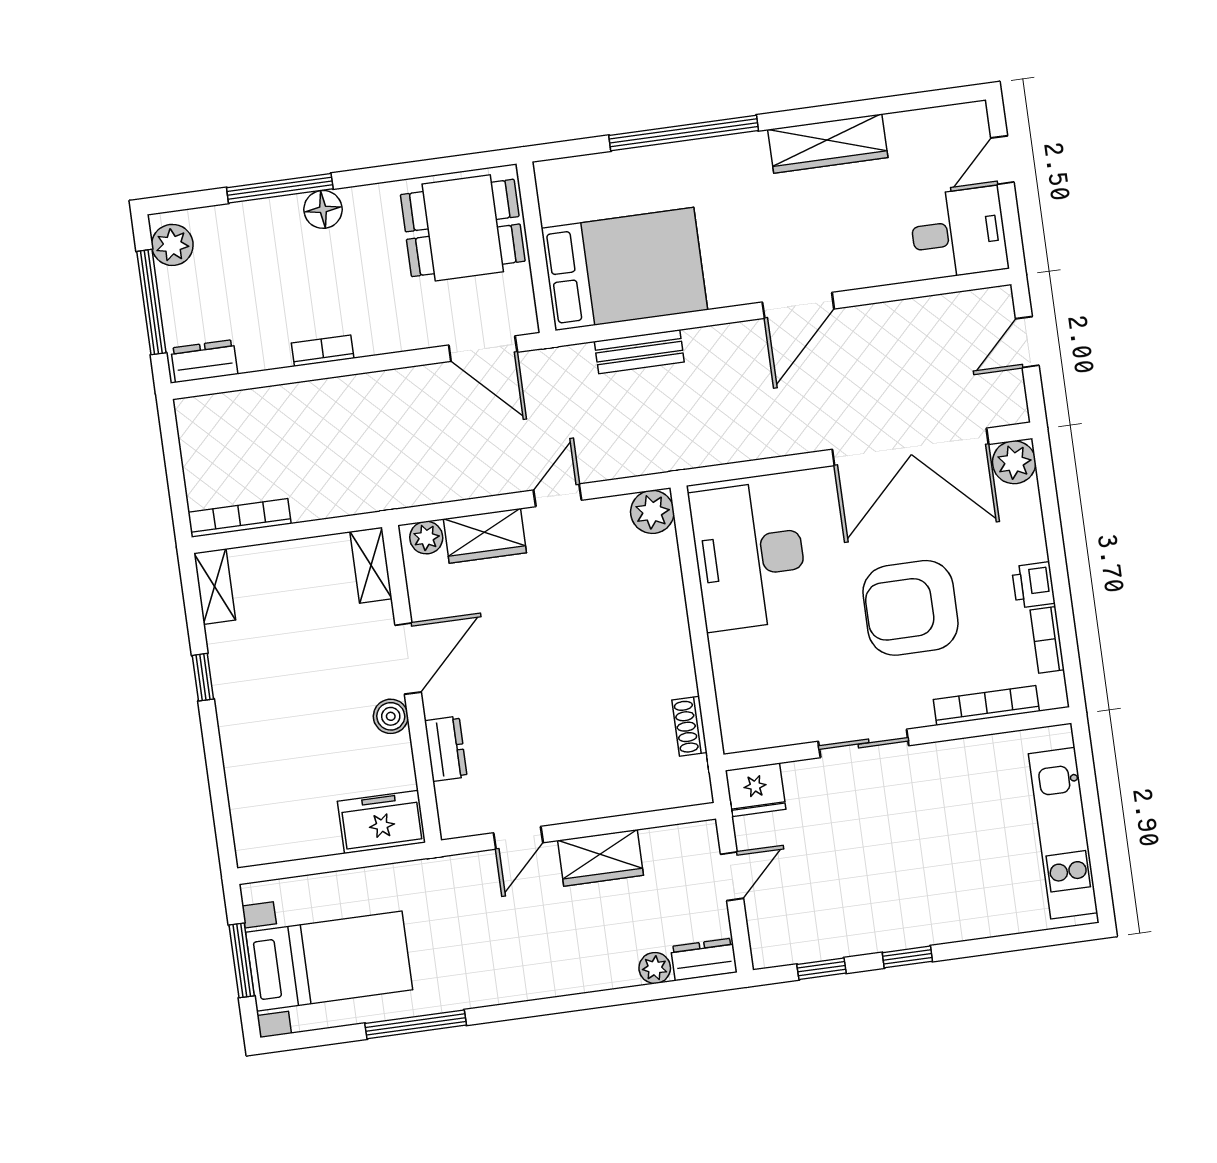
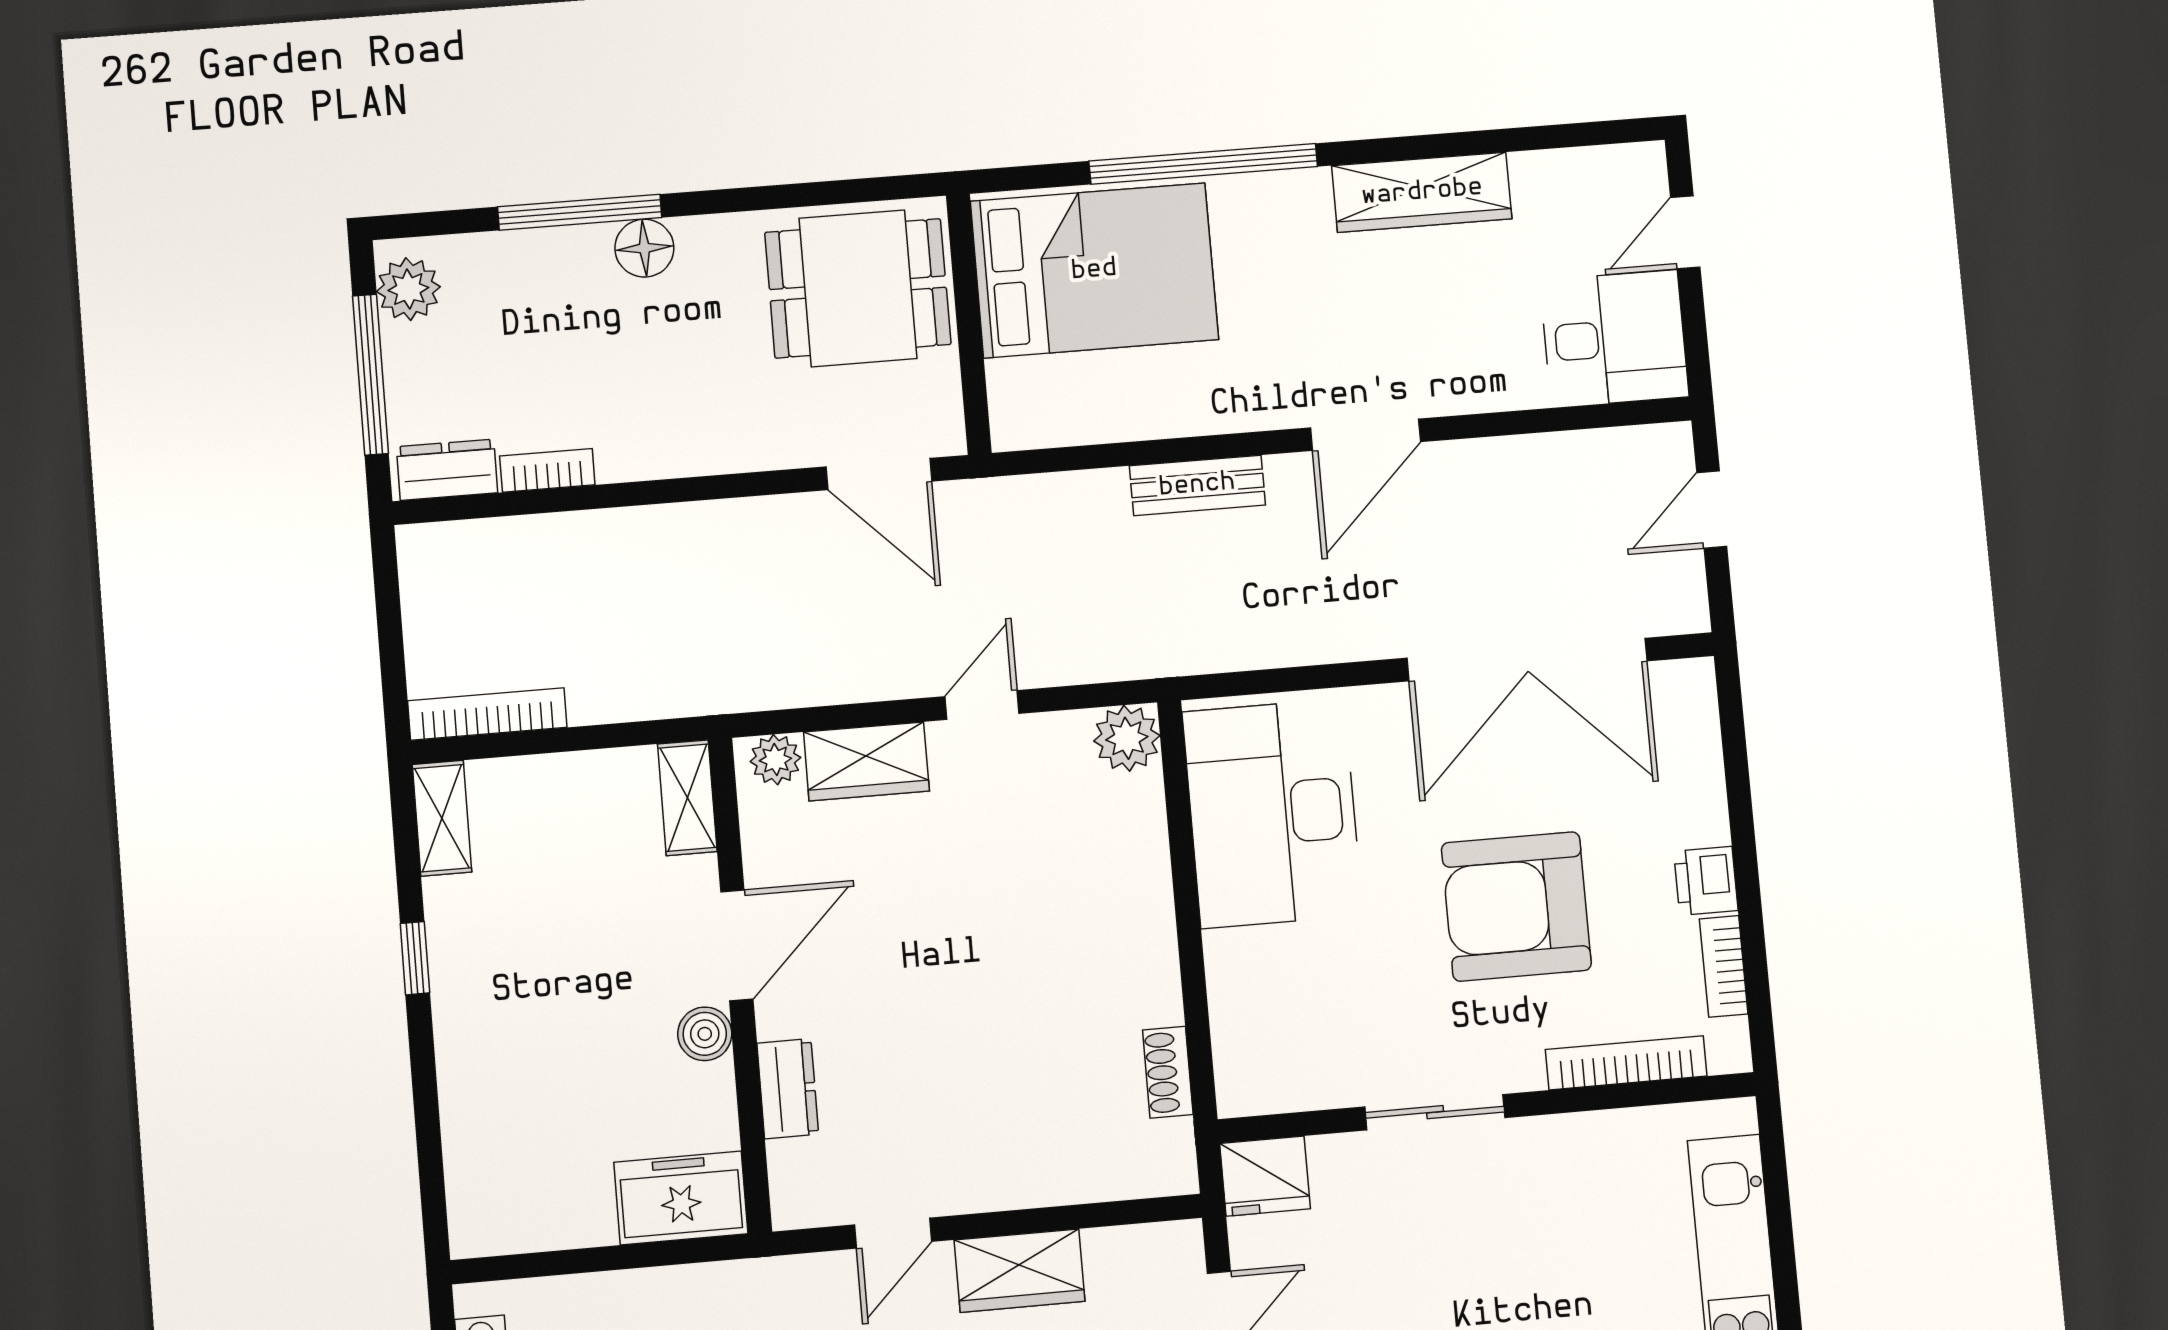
bed: (624, 269) -> (1094, 270), moved
bookcase: (323, 351) -> (547, 470), moved
bench: (639, 352) -> (1197, 485), moved
plant: (1014, 462) -> (1684, 691), removed

